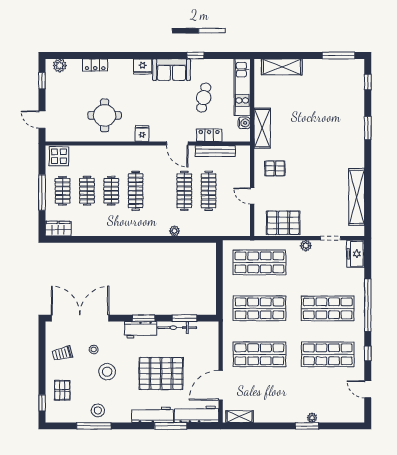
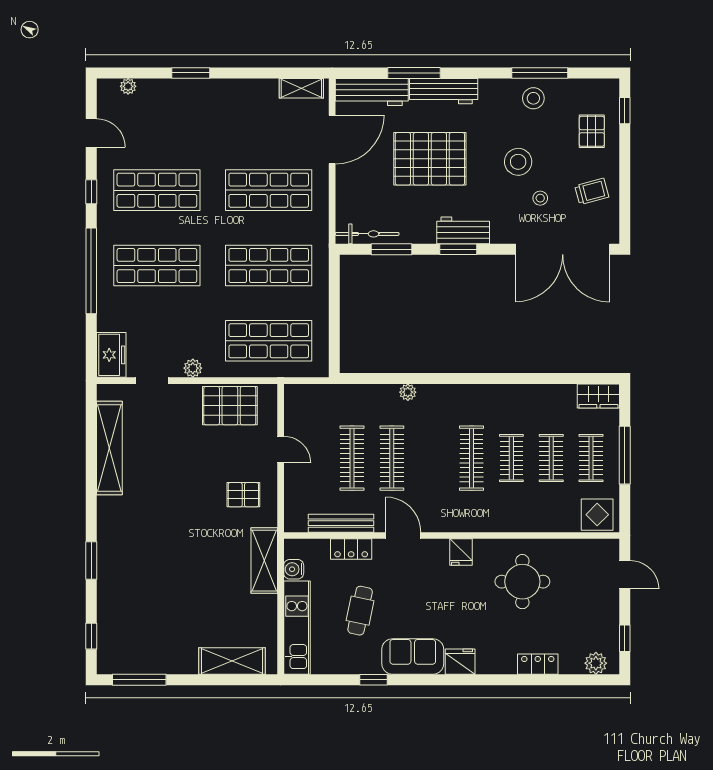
bicycle: (177, 328) -> (367, 234), moved
plant: (312, 418) -> (128, 86), moved

